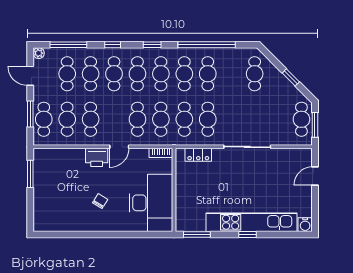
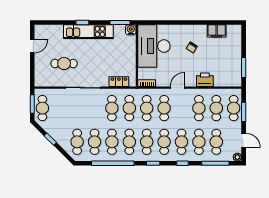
cafe table: (231, 74) -> (95, 142), added
printer: (97, 157) -> (205, 80), moved
door: (315, 176) -> (32, 46), moved
cafe table: (272, 179) -> (64, 63), added
kitchen unit: (252, 222) -> (88, 32), width x0.73
filing cabinet: (67, 223) -> (217, 31), added
water cooler: (305, 225) -> (131, 30), moved

